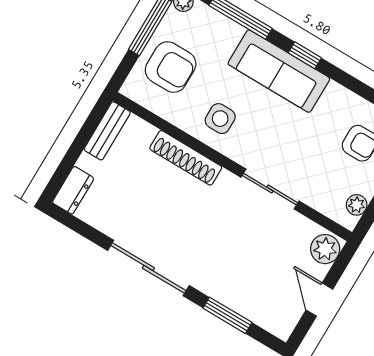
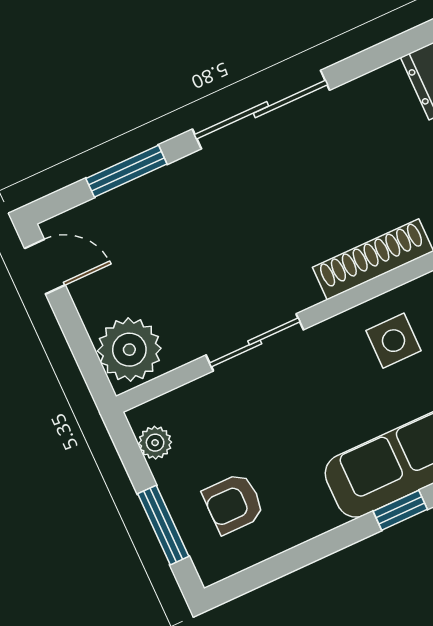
plant: (325, 249) -> (129, 350), width x1.36, depth x1.36
door: (319, 300) -> (45, 267), moved

